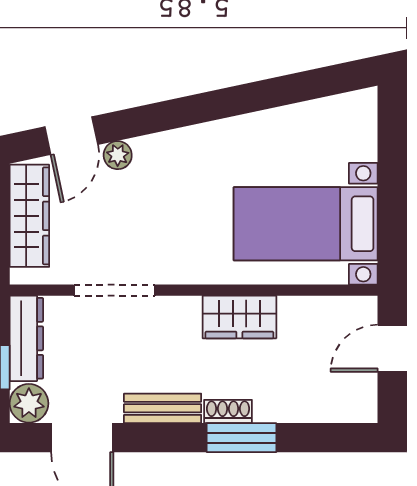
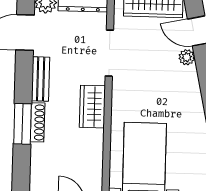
wardrobe: (239, 317) -> (92, 107), moved
shoe rack: (228, 411) -> (38, 122), width x1.43

